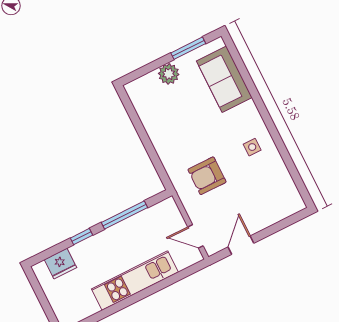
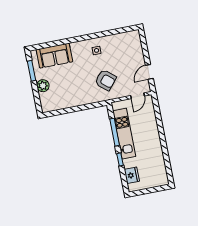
armchair: (207, 176) -> (106, 80), turned -50
door: (241, 245) -> (149, 72), hinge flipped
kitchen unit: (135, 281) -> (124, 134), moved, turned 180

